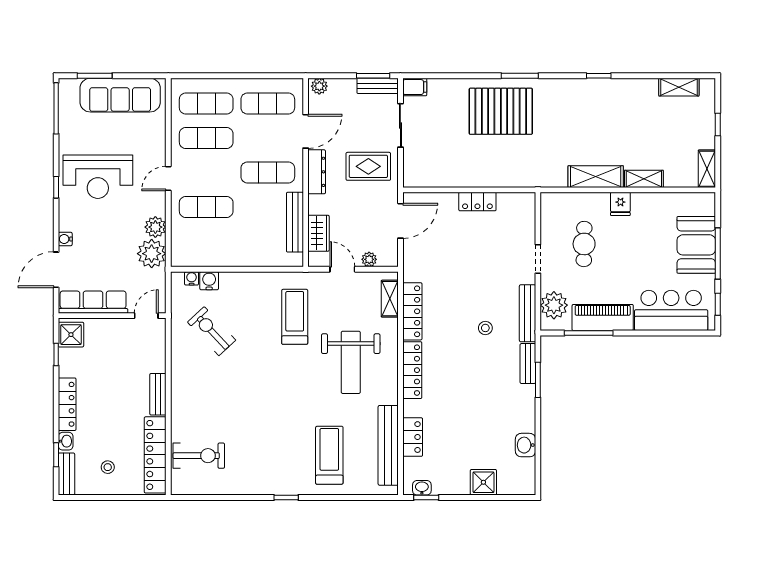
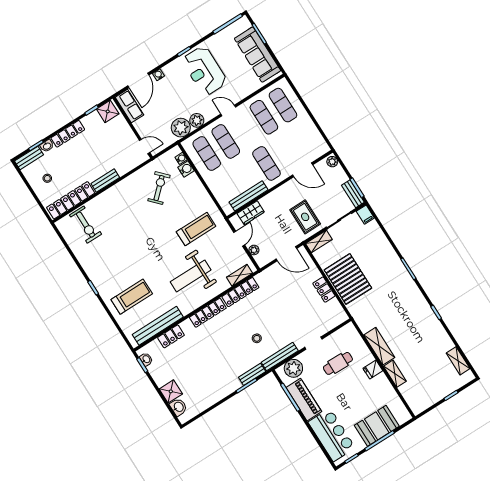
exercise mat: (268, 104) -> (207, 154), moved
pallet: (501, 111) -> (348, 279), moved
shelving: (707, 169) -> (319, 241), moved
dresser: (317, 172) -> (284, 190), removed
door: (56, 270) -> (138, 80), swing flipped
row of seats: (93, 302) -> (129, 106), width x0.68
washbasin: (525, 445) -> (178, 407), moved, turned 90

